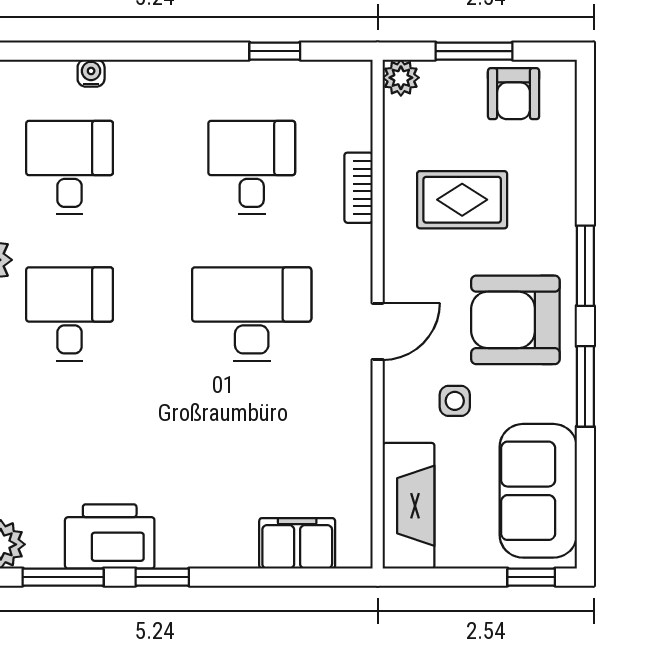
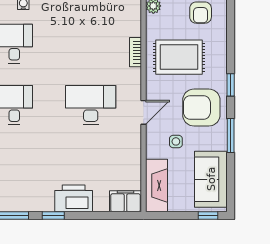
desk: (252, 168) -> (91, 44), removed
rug: (462, 200) -> (179, 57), width x1.36, depth x1.43
window: (585, 266) -> (231, 85), width x0.67
printer: (110, 536) -> (74, 198), moved
filing cabinet: (297, 543) -> (125, 201), moved

